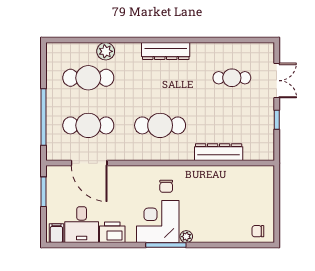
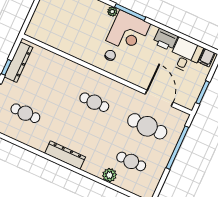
cafe table: (88, 78) -> (131, 161), width x0.73, depth x0.74
cafe table: (160, 125) -> (94, 102), width x0.73, depth x0.74
dresser: (219, 152) -> (18, 62), moved, turned -90

